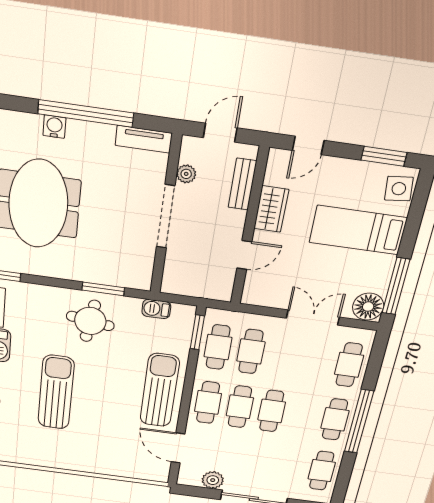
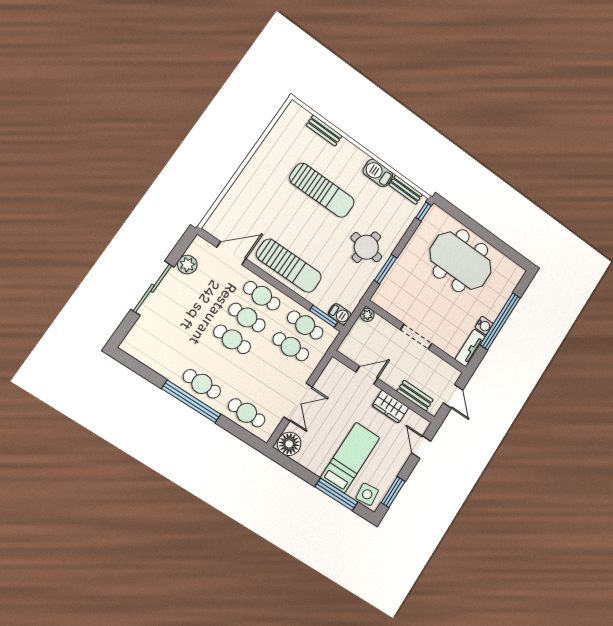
water cooler: (54, 127) -> (484, 326), moved
plant: (186, 174) -> (367, 315), moved
doorway: (166, 217) -> (416, 337), width x0.73
door: (244, 255) -> (367, 375), swing flipped
window: (396, 286) -> (336, 494), moved
barbecue: (156, 309) -> (340, 314), moved, turned 90
cafe table: (322, 471) -> (156, 354), removed

